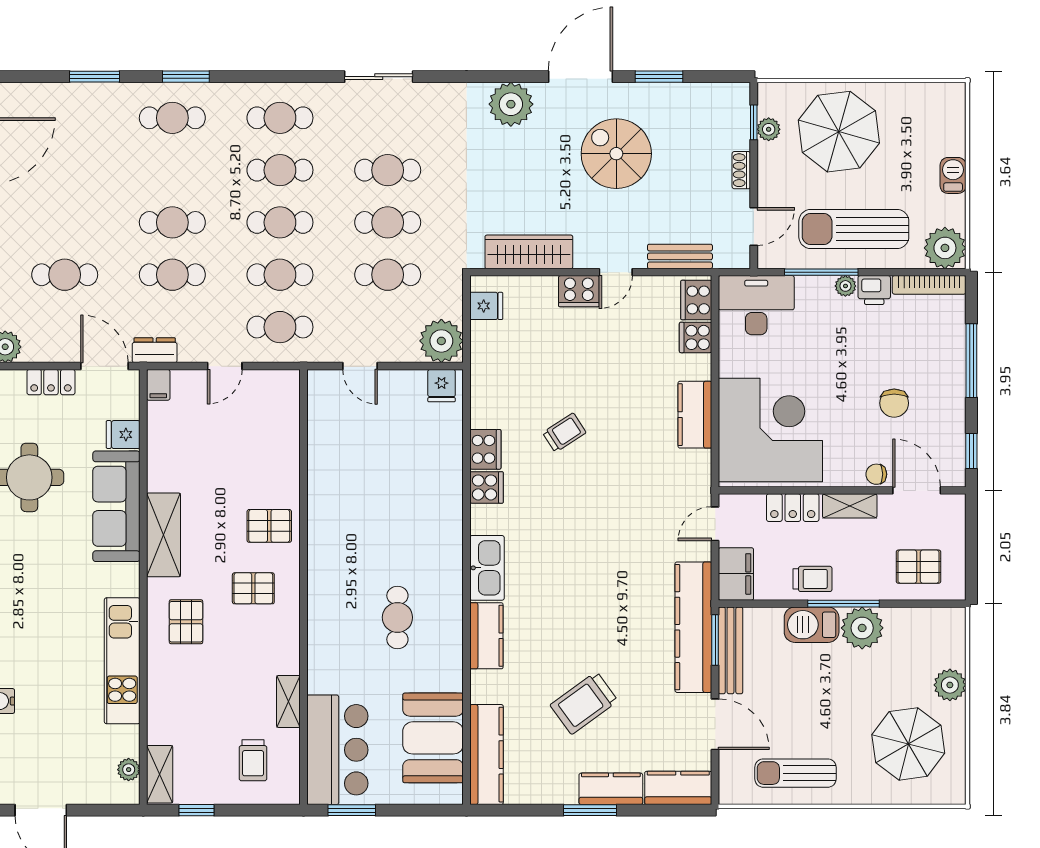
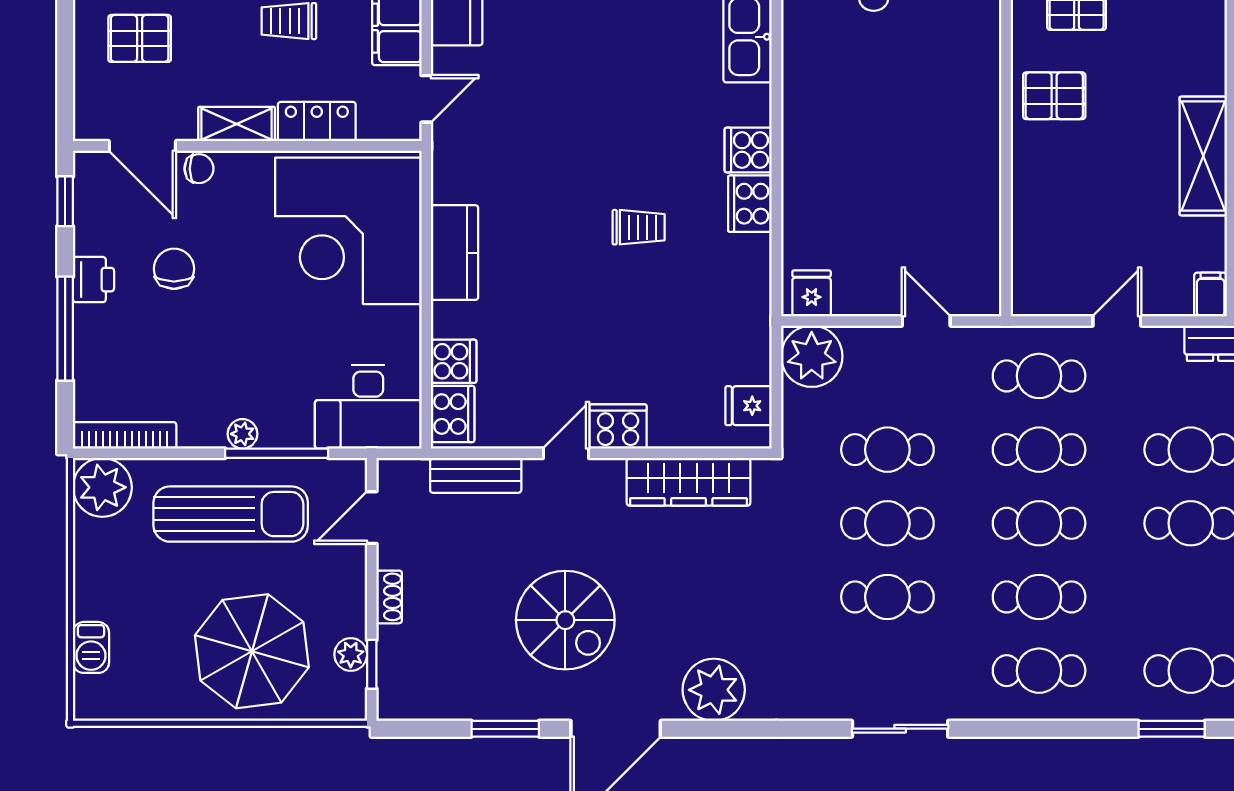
barbecue: (953, 175) -> (91, 647), moved
printer: (874, 290) -> (93, 280), moved, turned 90
trolley: (564, 433) -> (639, 227), turned -147
shelving: (163, 535) -> (1203, 156), moved

